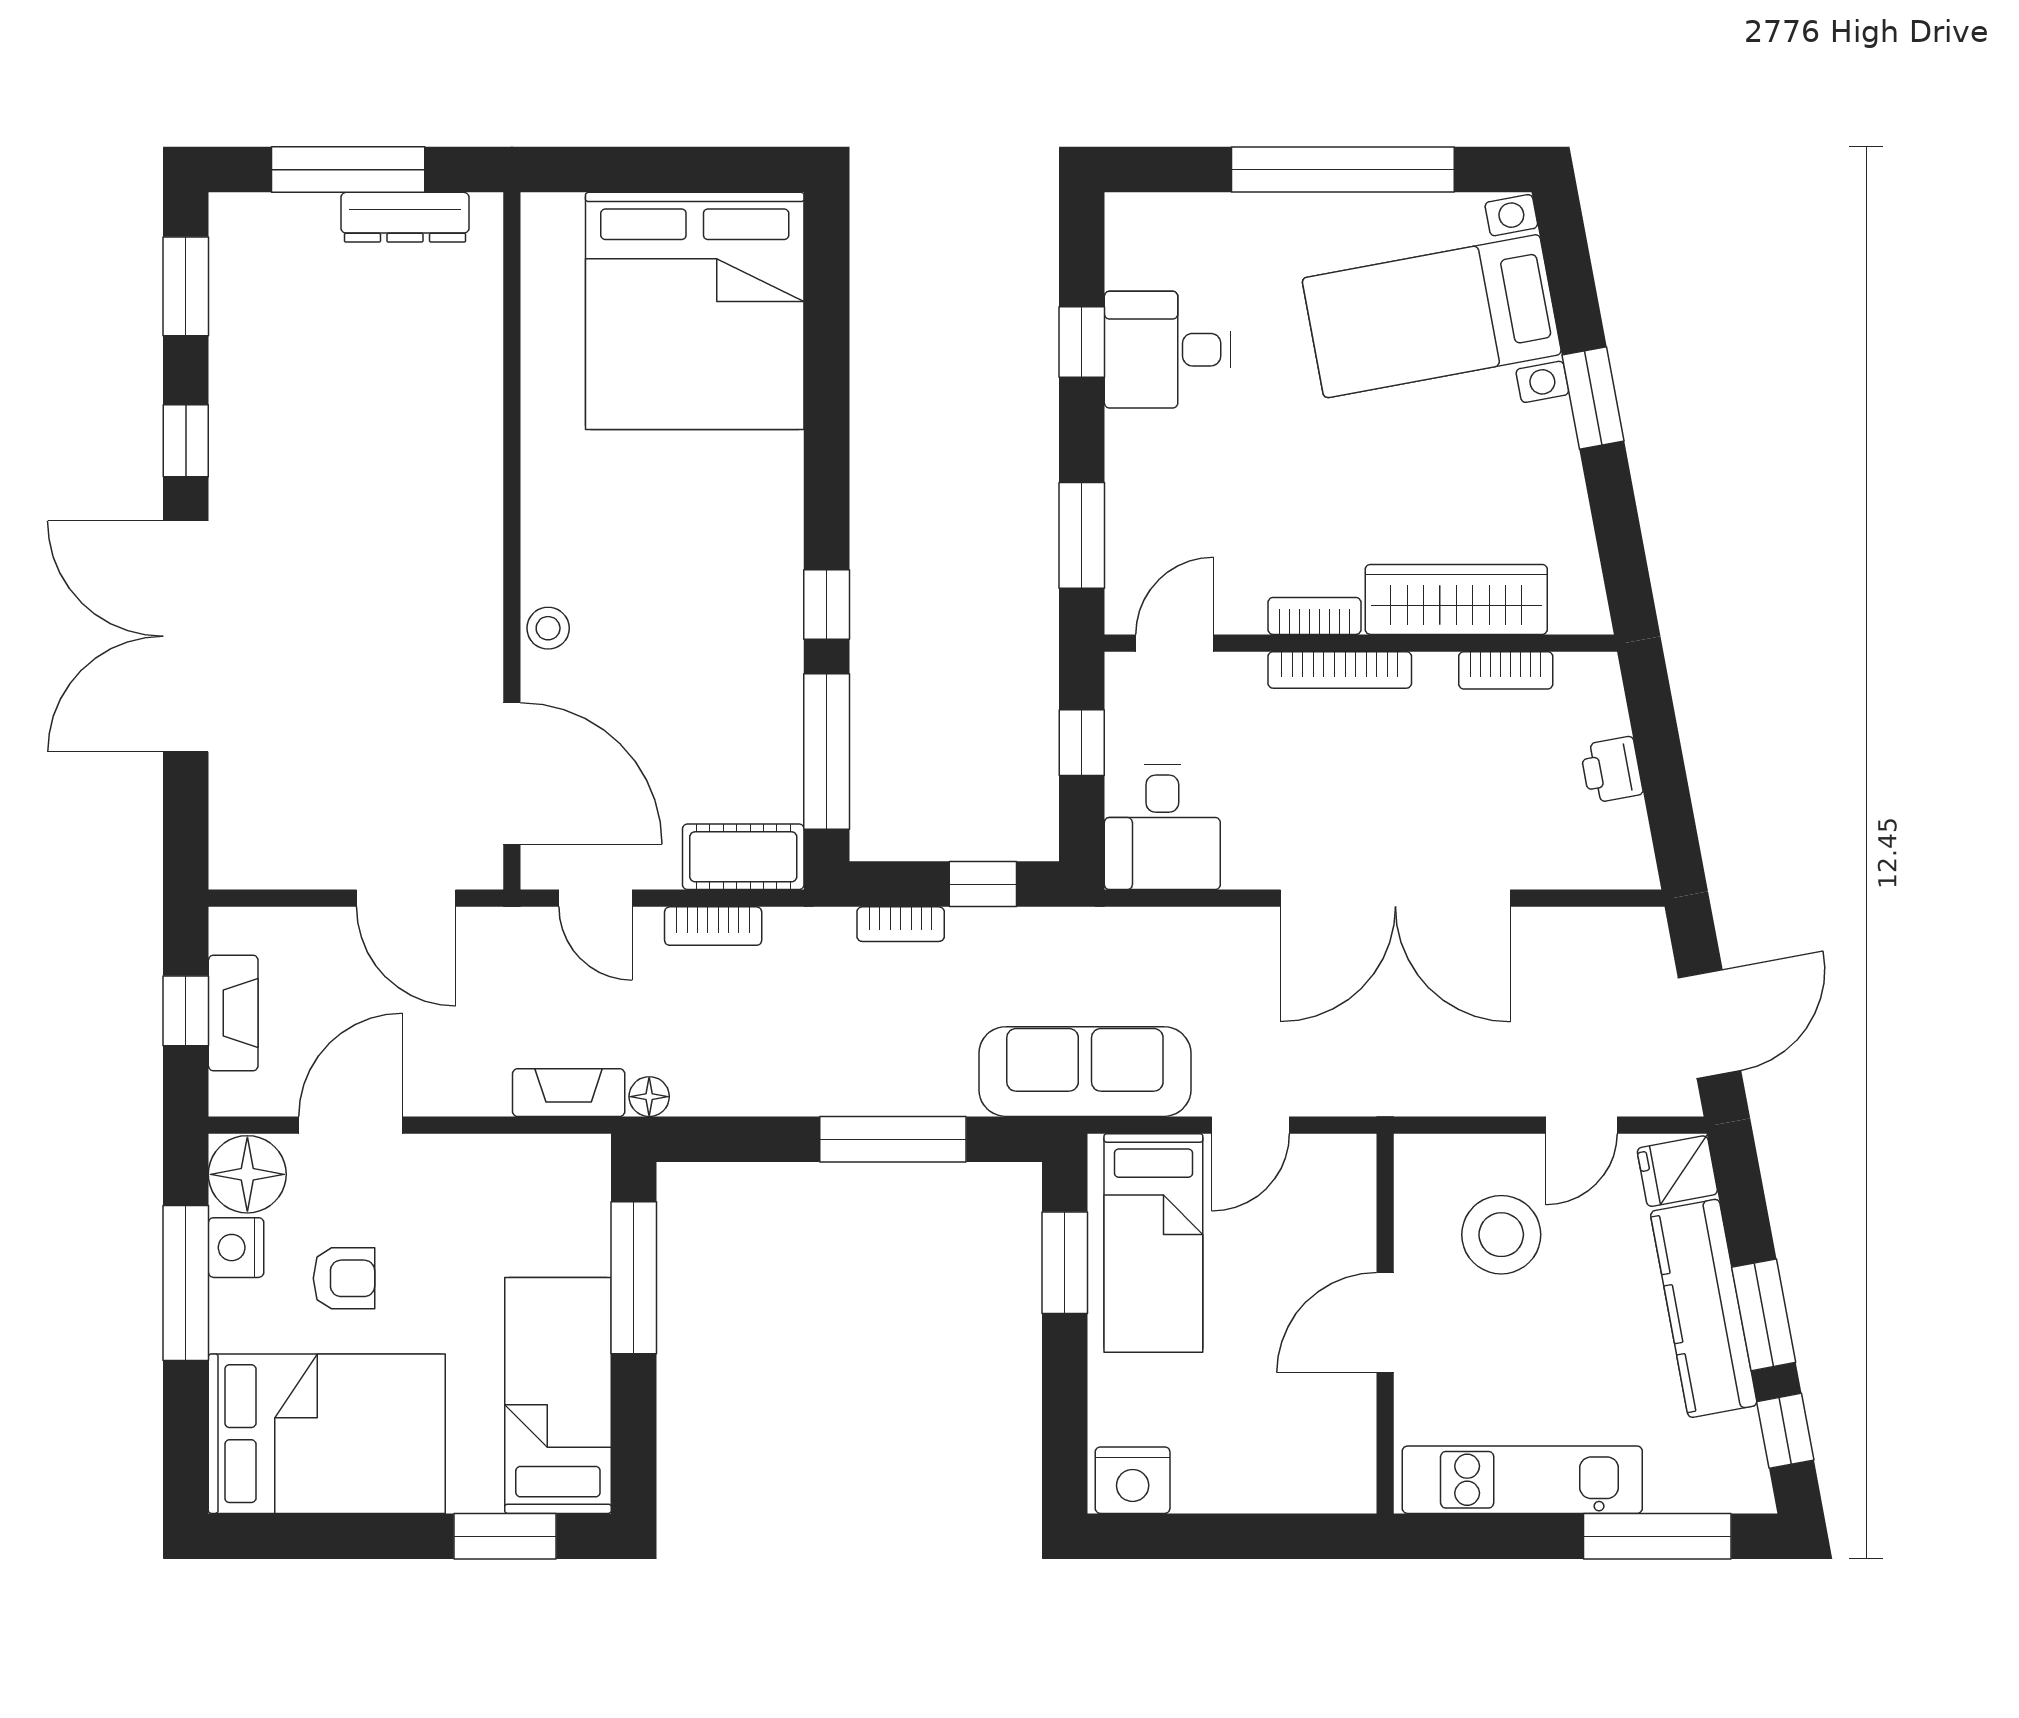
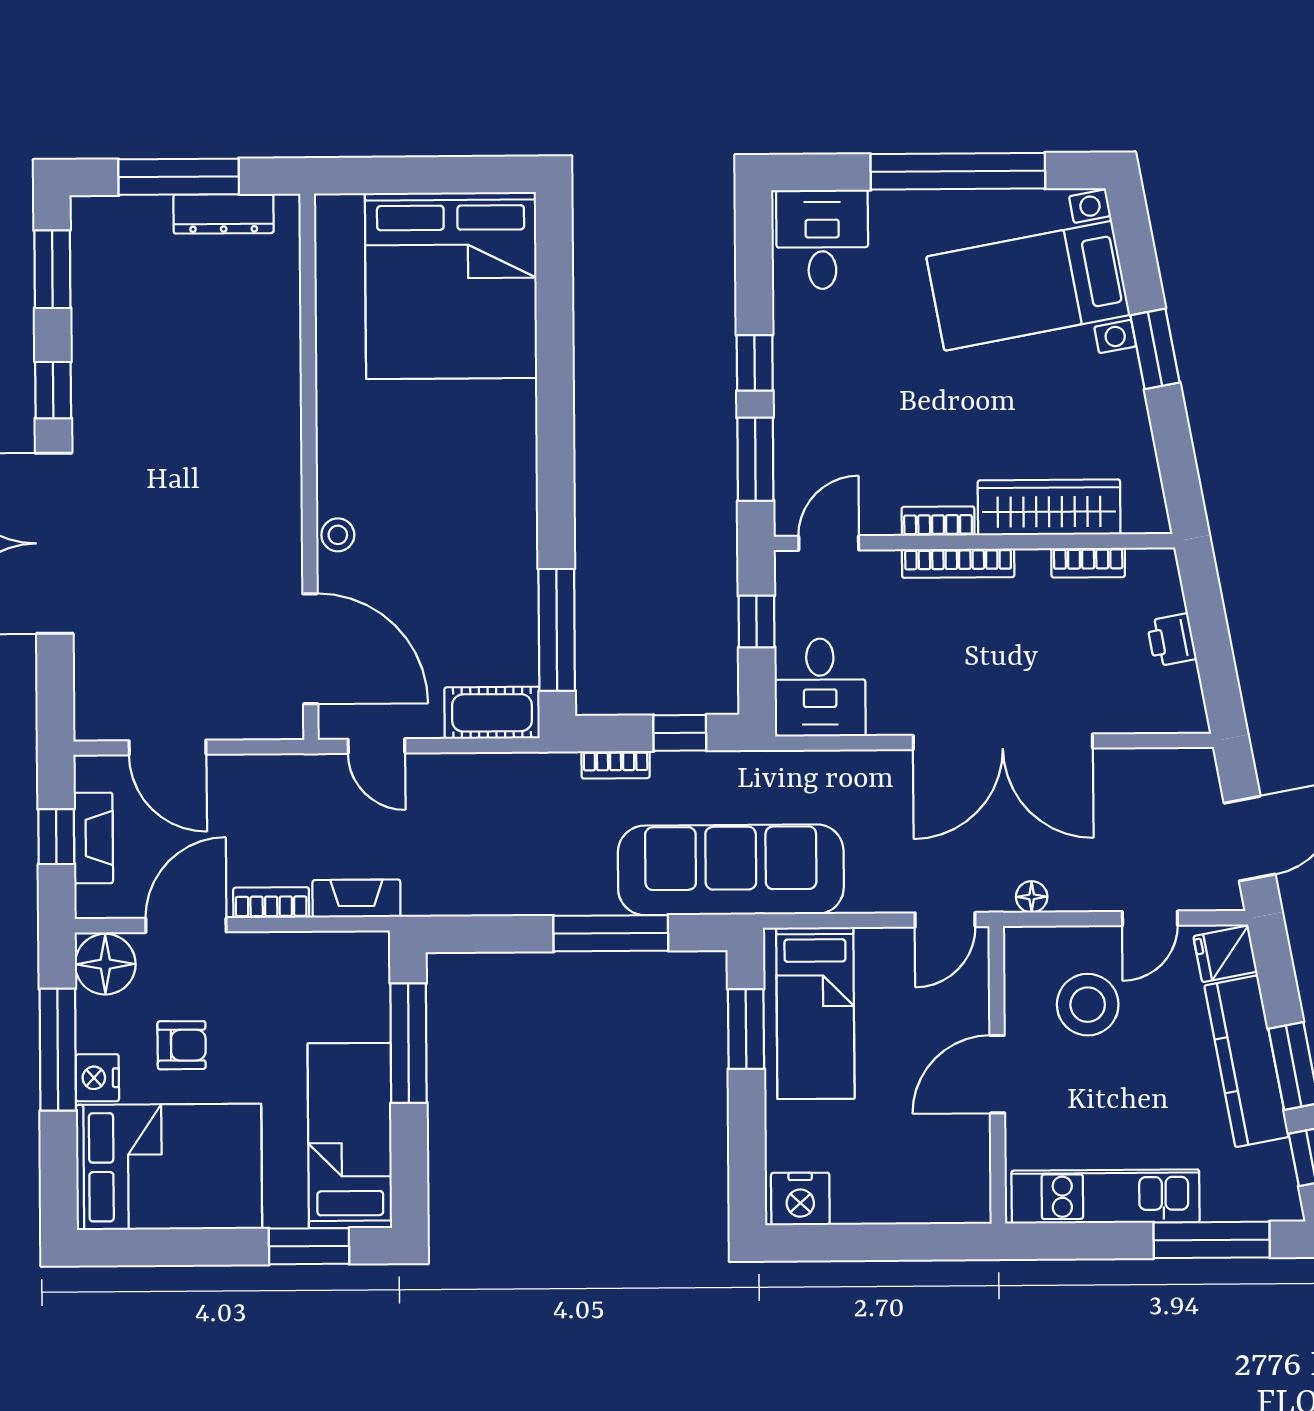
window: (1082, 342) -> (755, 363), moved
desk: (1168, 350) -> (822, 239), moved, turned 90
window: (827, 604) -> (556, 515), removed
door: (406, 898) -> (168, 748), moved
bookcase: (713, 926) -> (271, 903), moved, turned 180
sofa: (1085, 1072) -> (731, 870), width x1.36, depth x1.27
floor lamp: (649, 1097) -> (1032, 897), moved
door: (1250, 1125) -> (945, 920), moved
nightstand: (236, 1248) -> (97, 1078), moved

